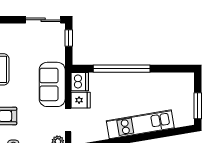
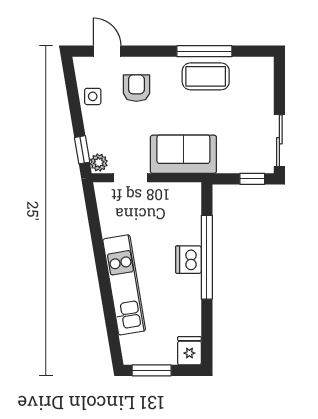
dishwasher: (80, 82) -> (188, 260), moved, turned 90
fridge: (81, 100) -> (189, 351), moved, turned 180

